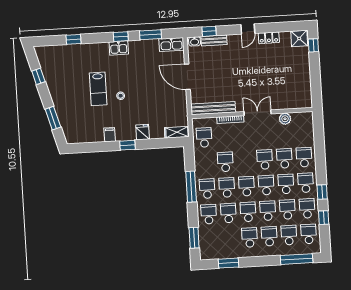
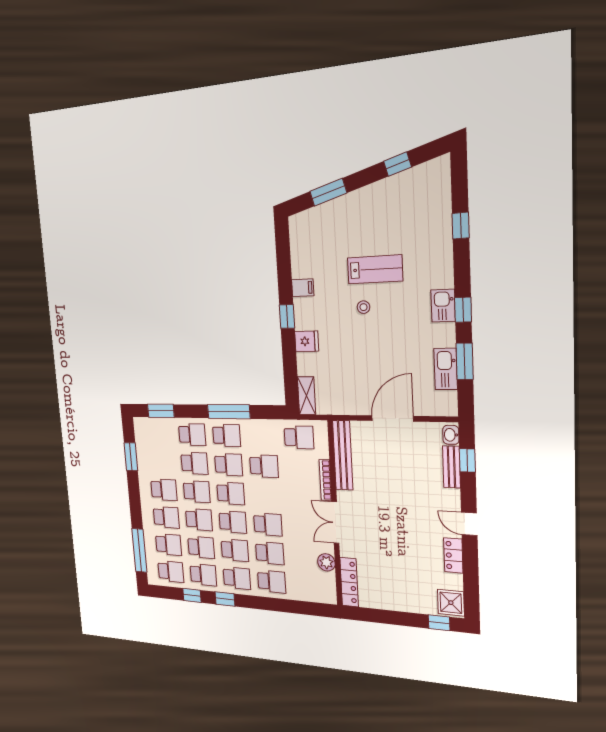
kitchen sink: (171, 45) -> (446, 369), moved
lab bench: (98, 89) -> (375, 269), turned 180
locker: (296, 103) -> (349, 582), added
double door: (258, 113) -> (335, 523), swing flipped

